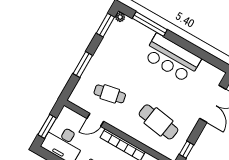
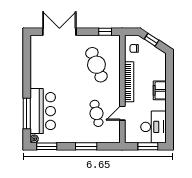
bar counter: (172, 58) -> (43, 111), moved
door: (95, 120) -> (122, 113), swing flipped
cafe table: (158, 122) -> (96, 65), turned -30

